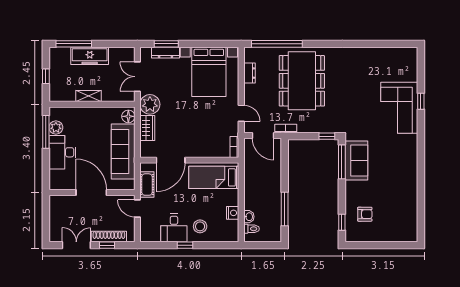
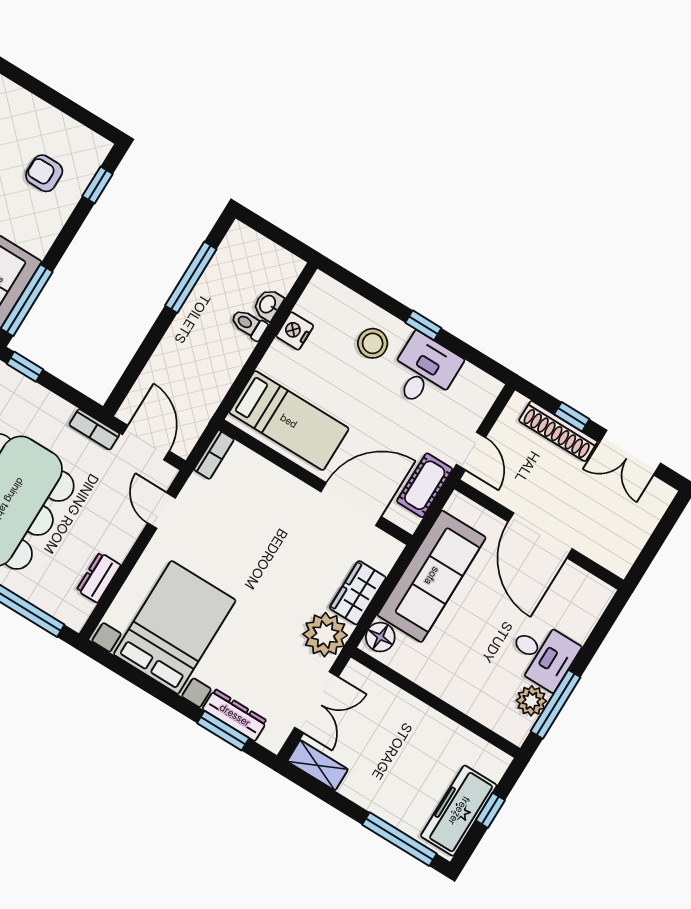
freezer: (90, 56) -> (459, 811), moved, turned -90
shelving: (89, 96) -> (318, 765), moved
desk: (62, 152) -> (543, 655), width x0.73
toilet: (251, 229) -> (249, 324), moved

